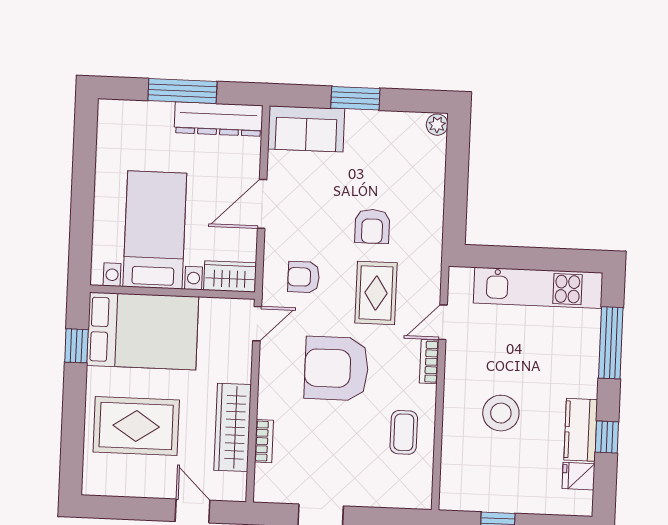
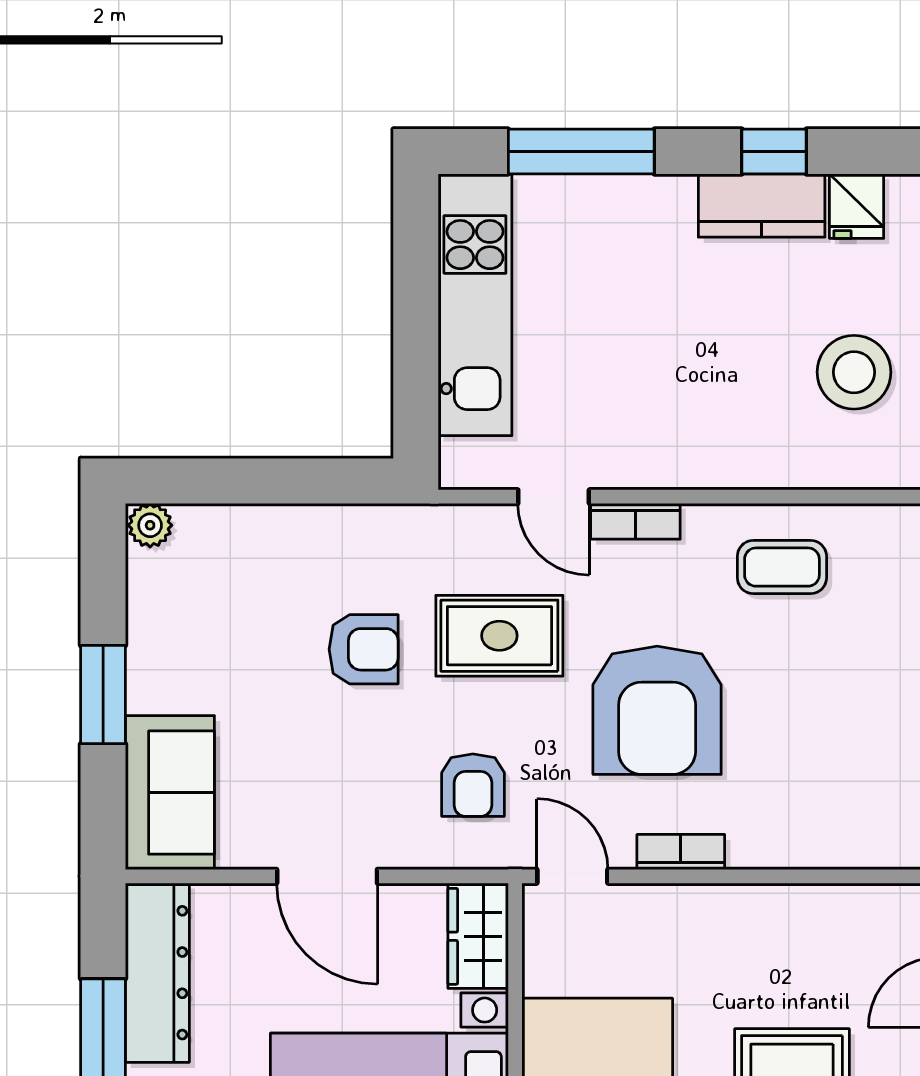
stool: (501, 413) -> (854, 372), moved
wardrobe: (233, 427) -> (786, 918), removed
bookcase: (264, 441) -> (681, 852), moved

